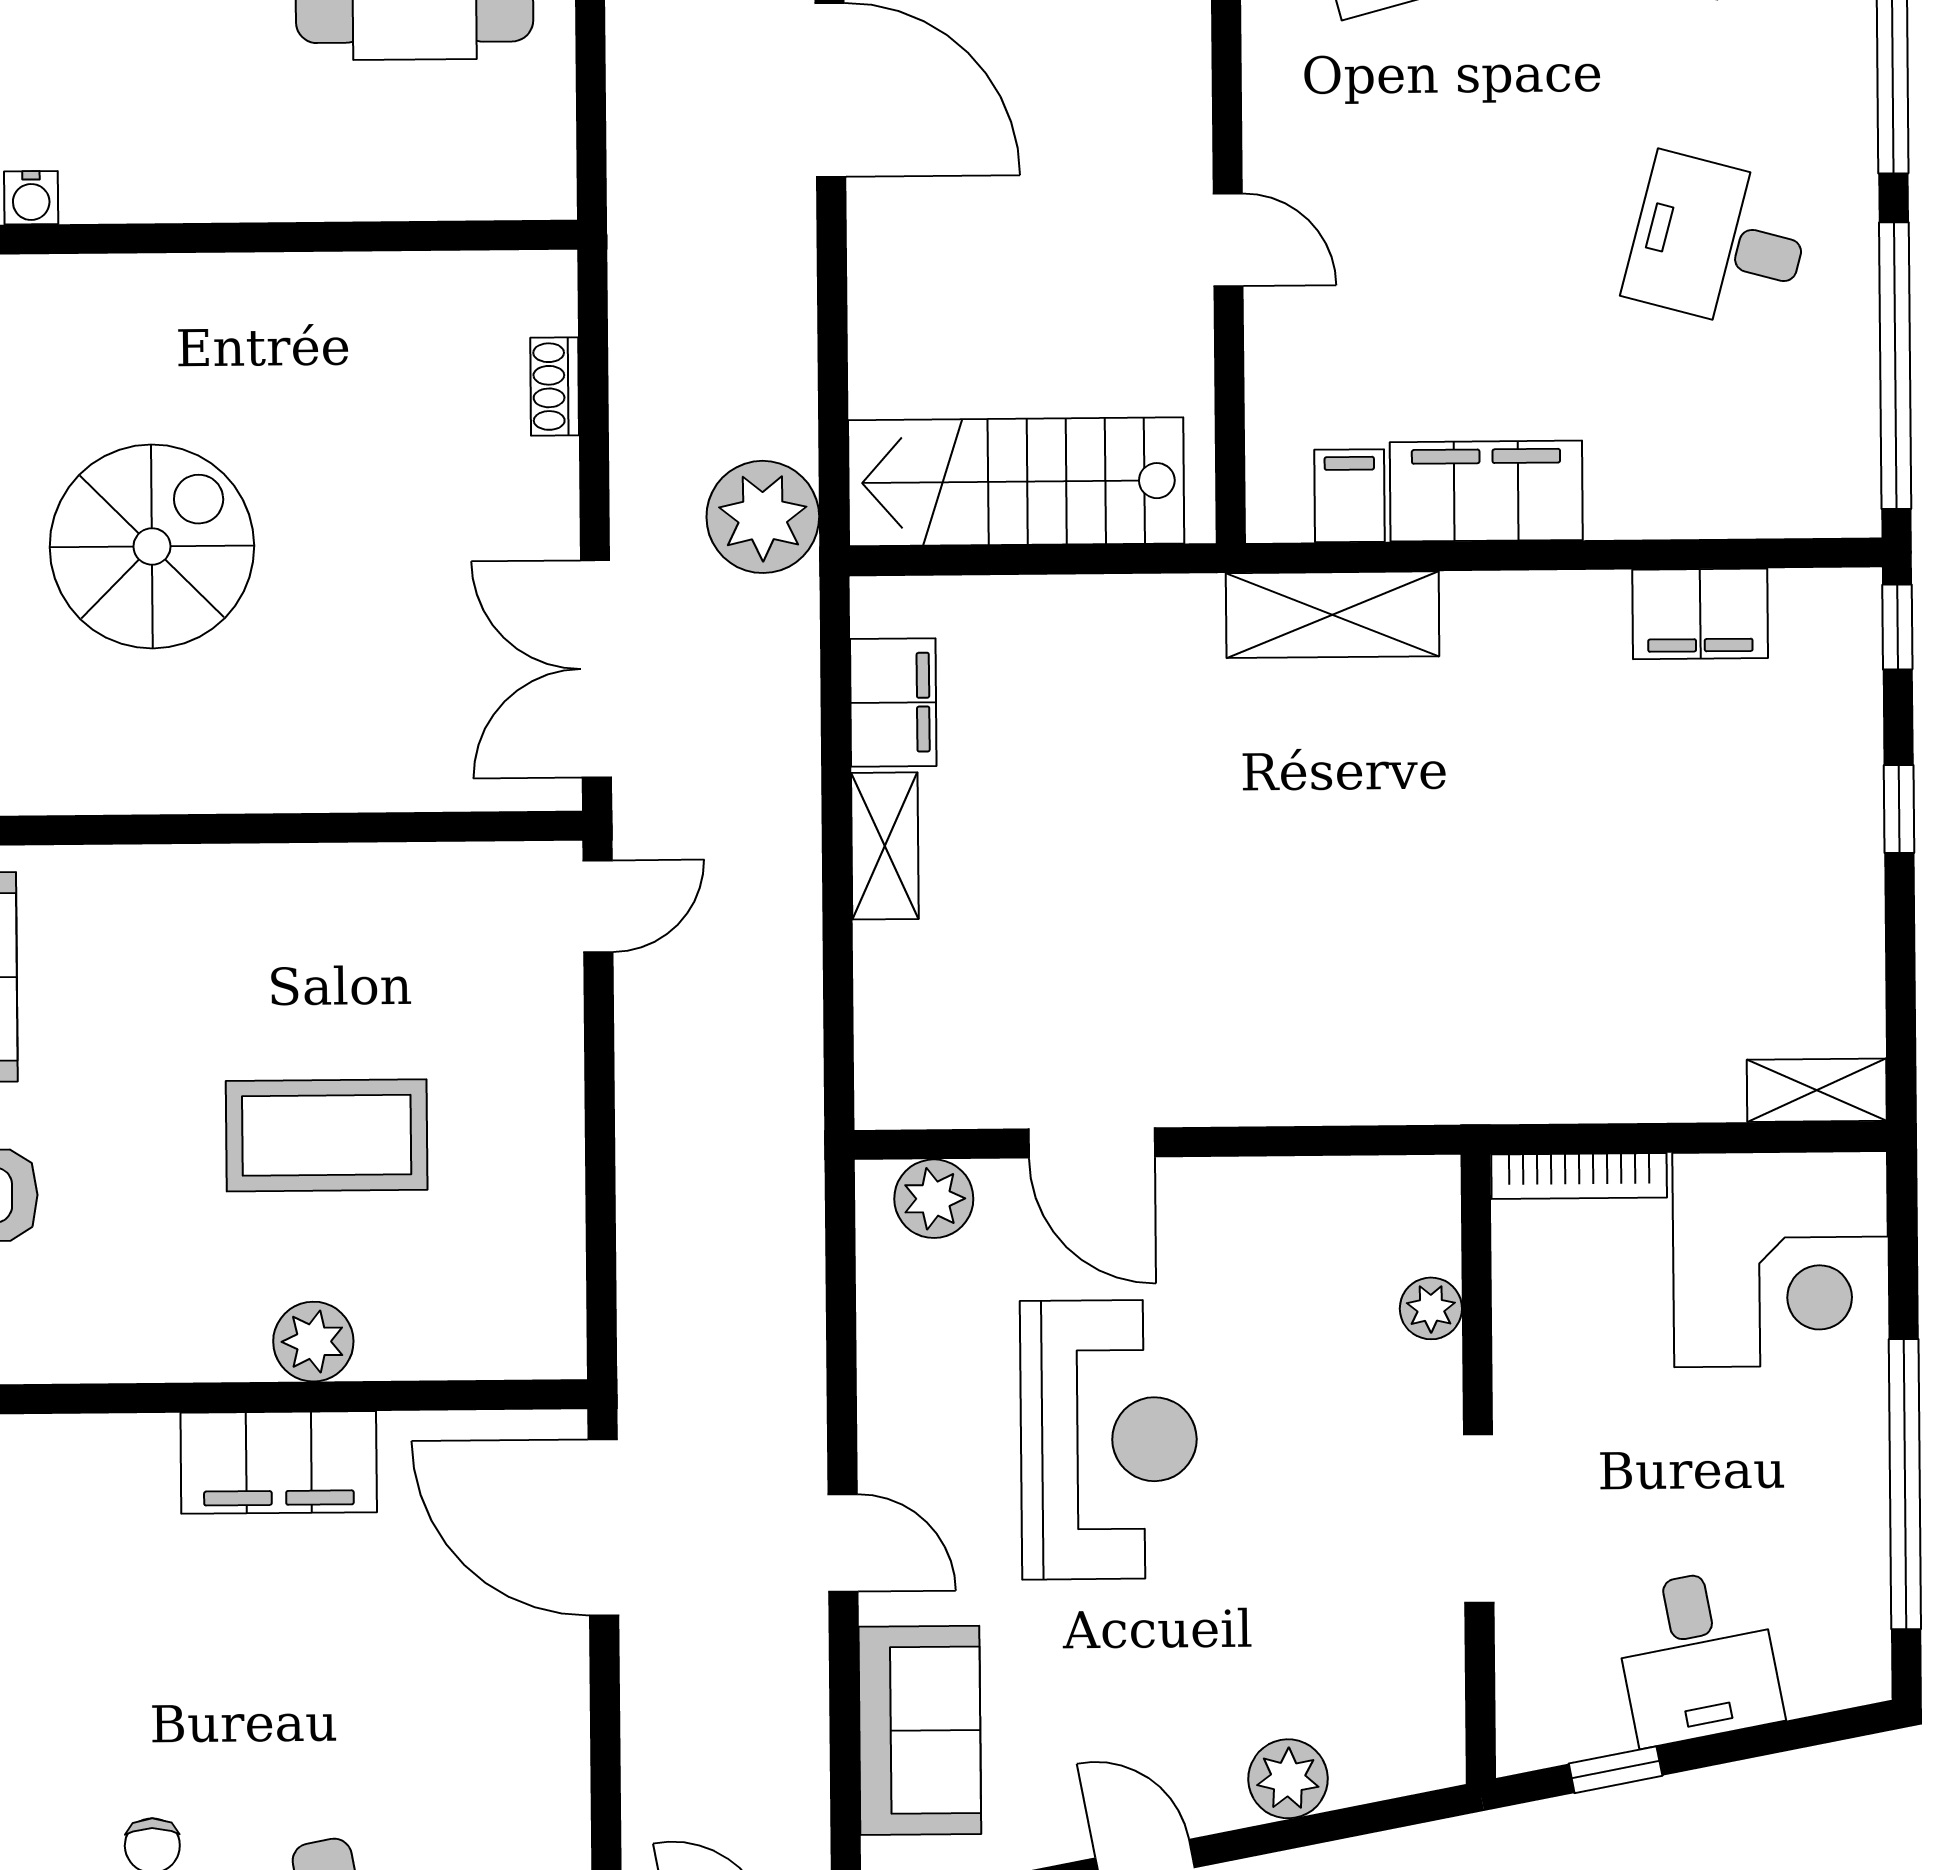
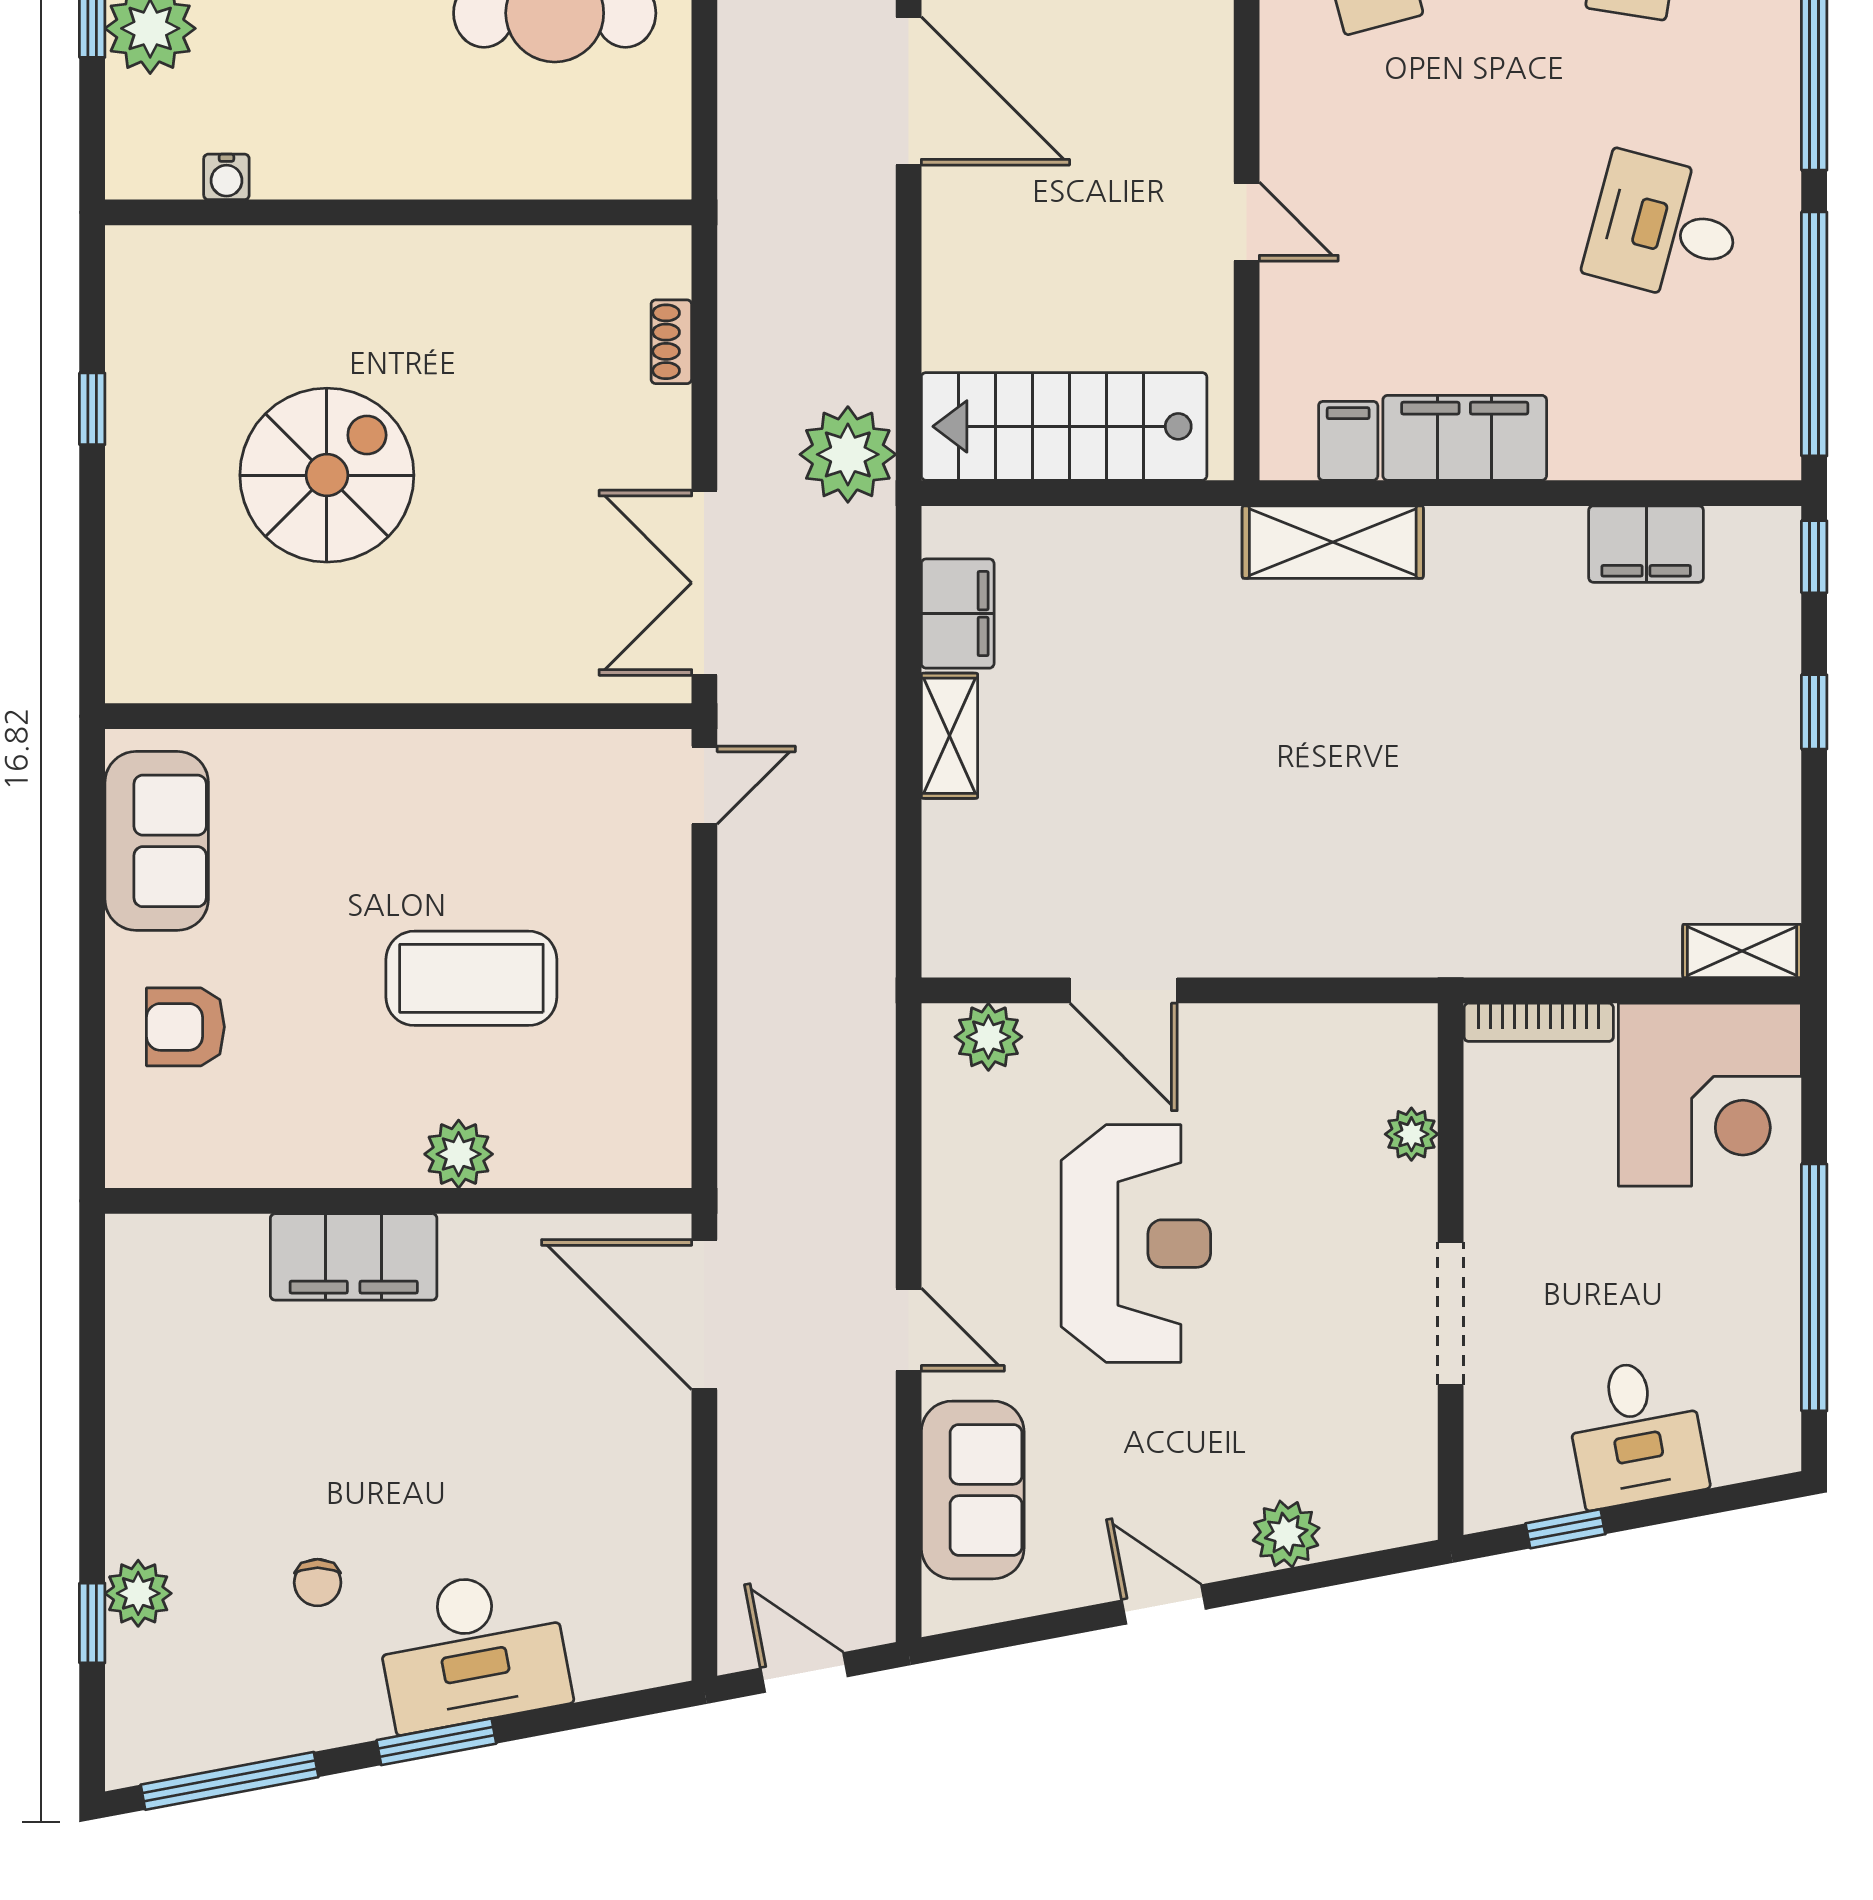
filing cabinet: (279, 1462) -> (354, 1257), moved

